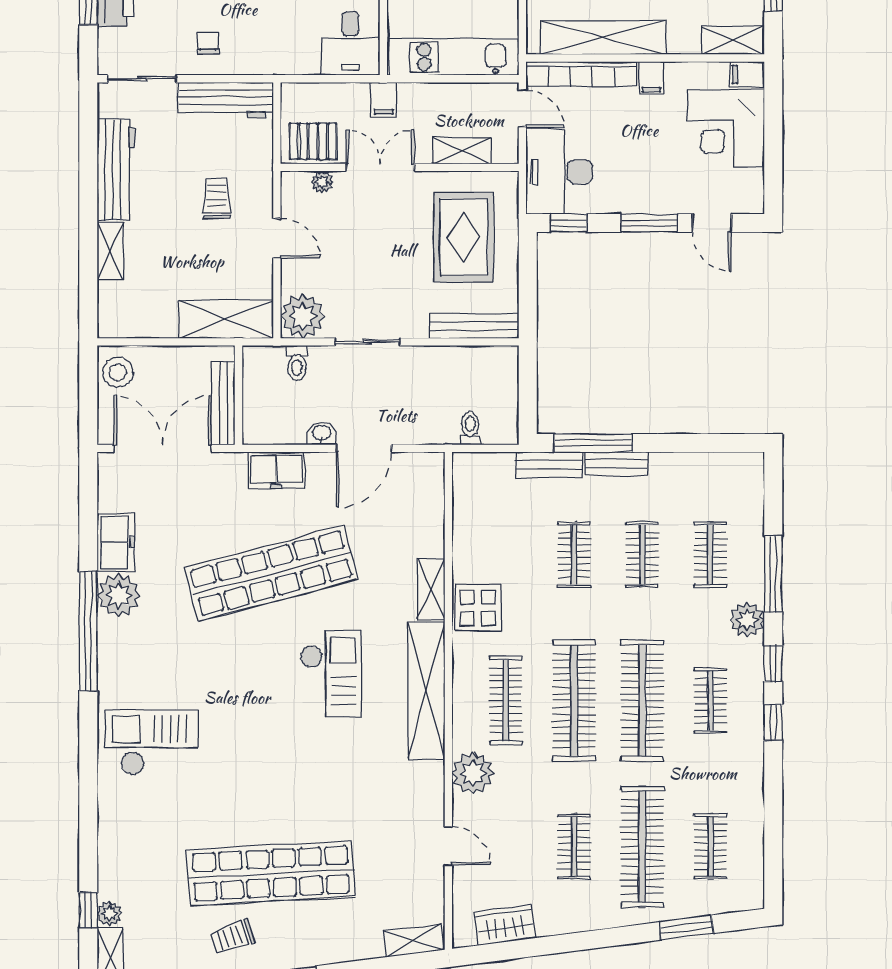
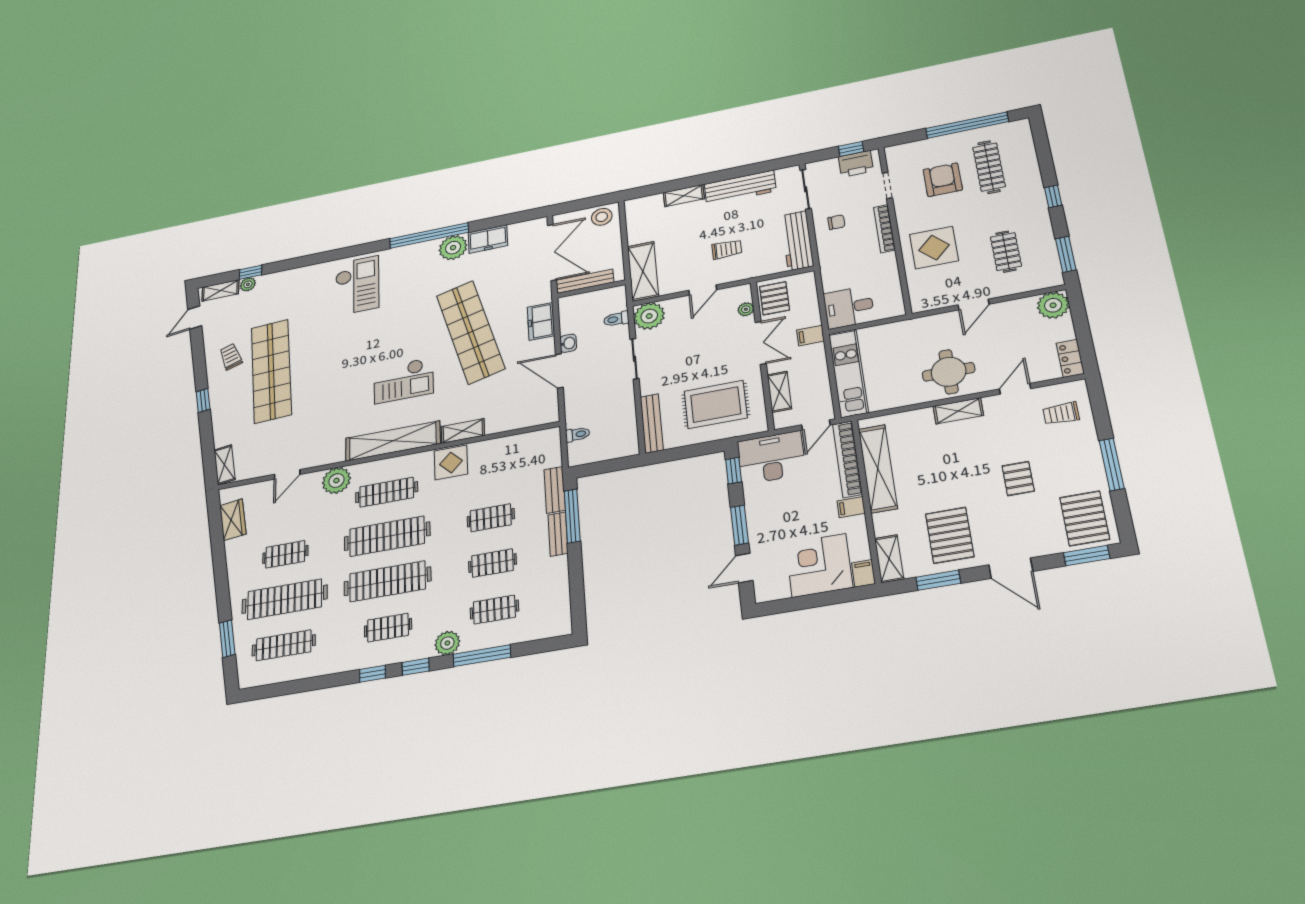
clothes rail: (710, 846) -> (284, 645), width x1.36

